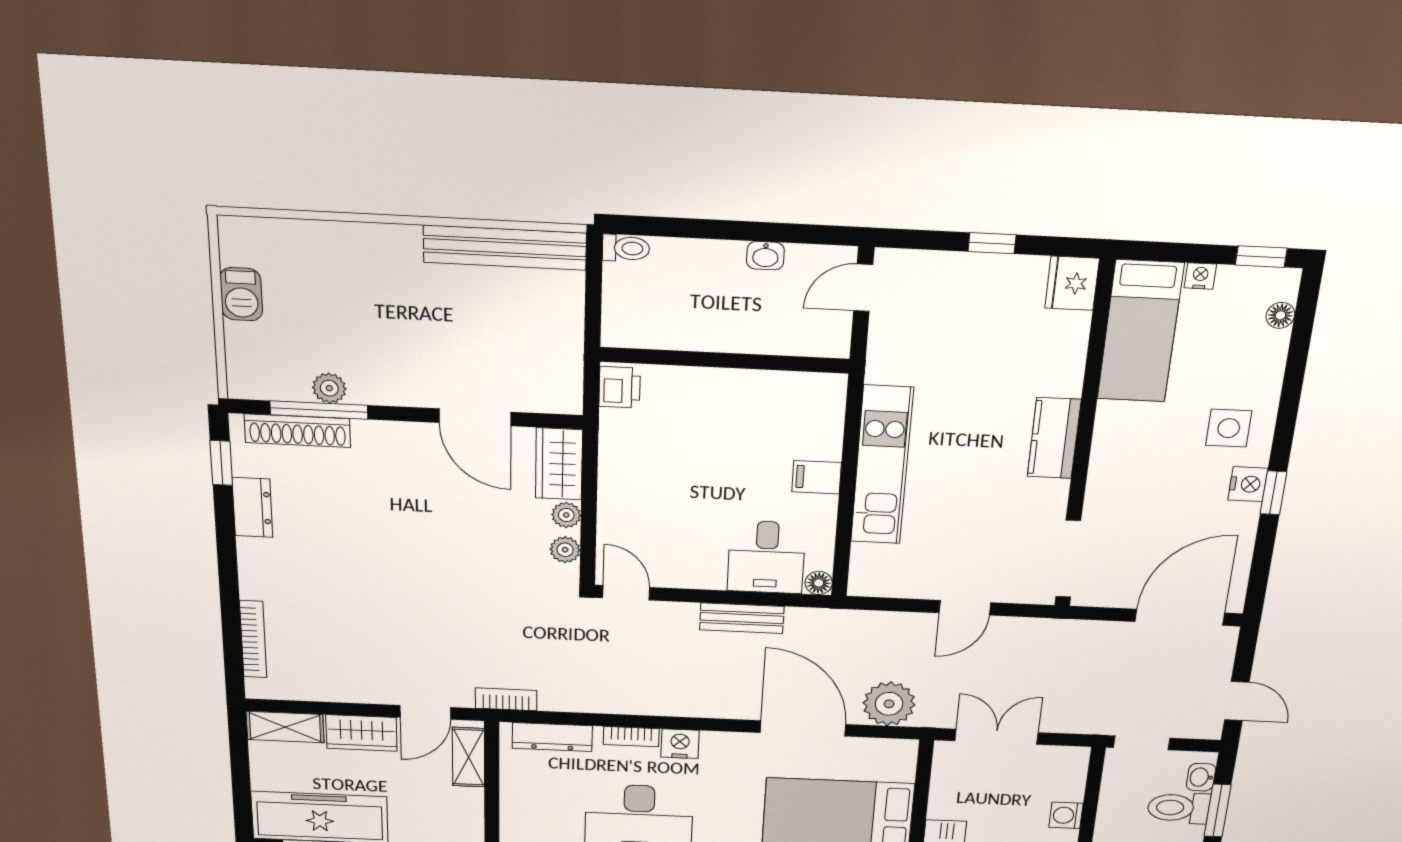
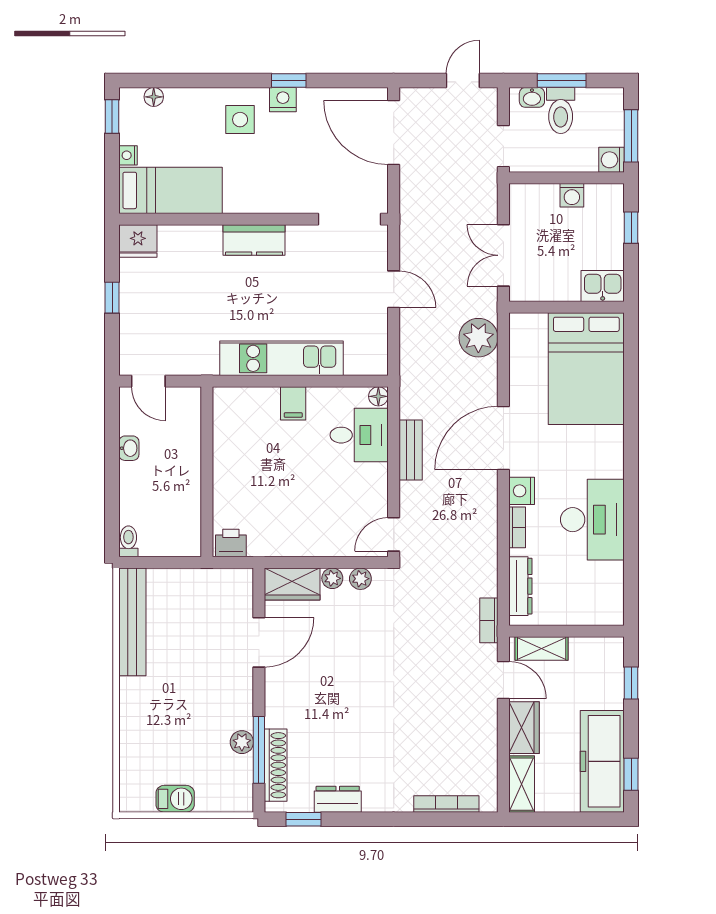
door: (803, 728) -> (503, 438), moved

